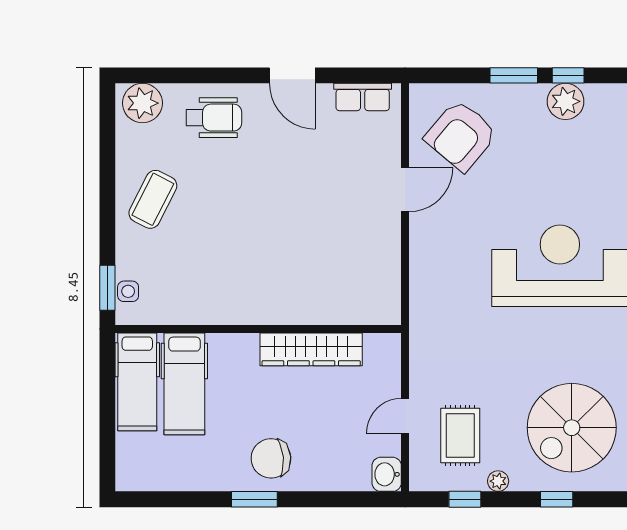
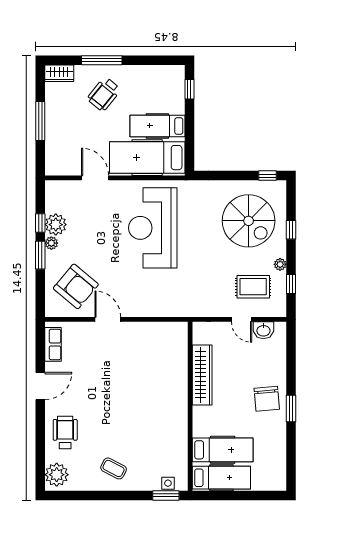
plant: (534, 94) -> (51, 243), added
coffee table: (153, 199) -> (114, 468), width x0.73, depth x0.77
washbasin: (387, 474) -> (263, 330), moved

